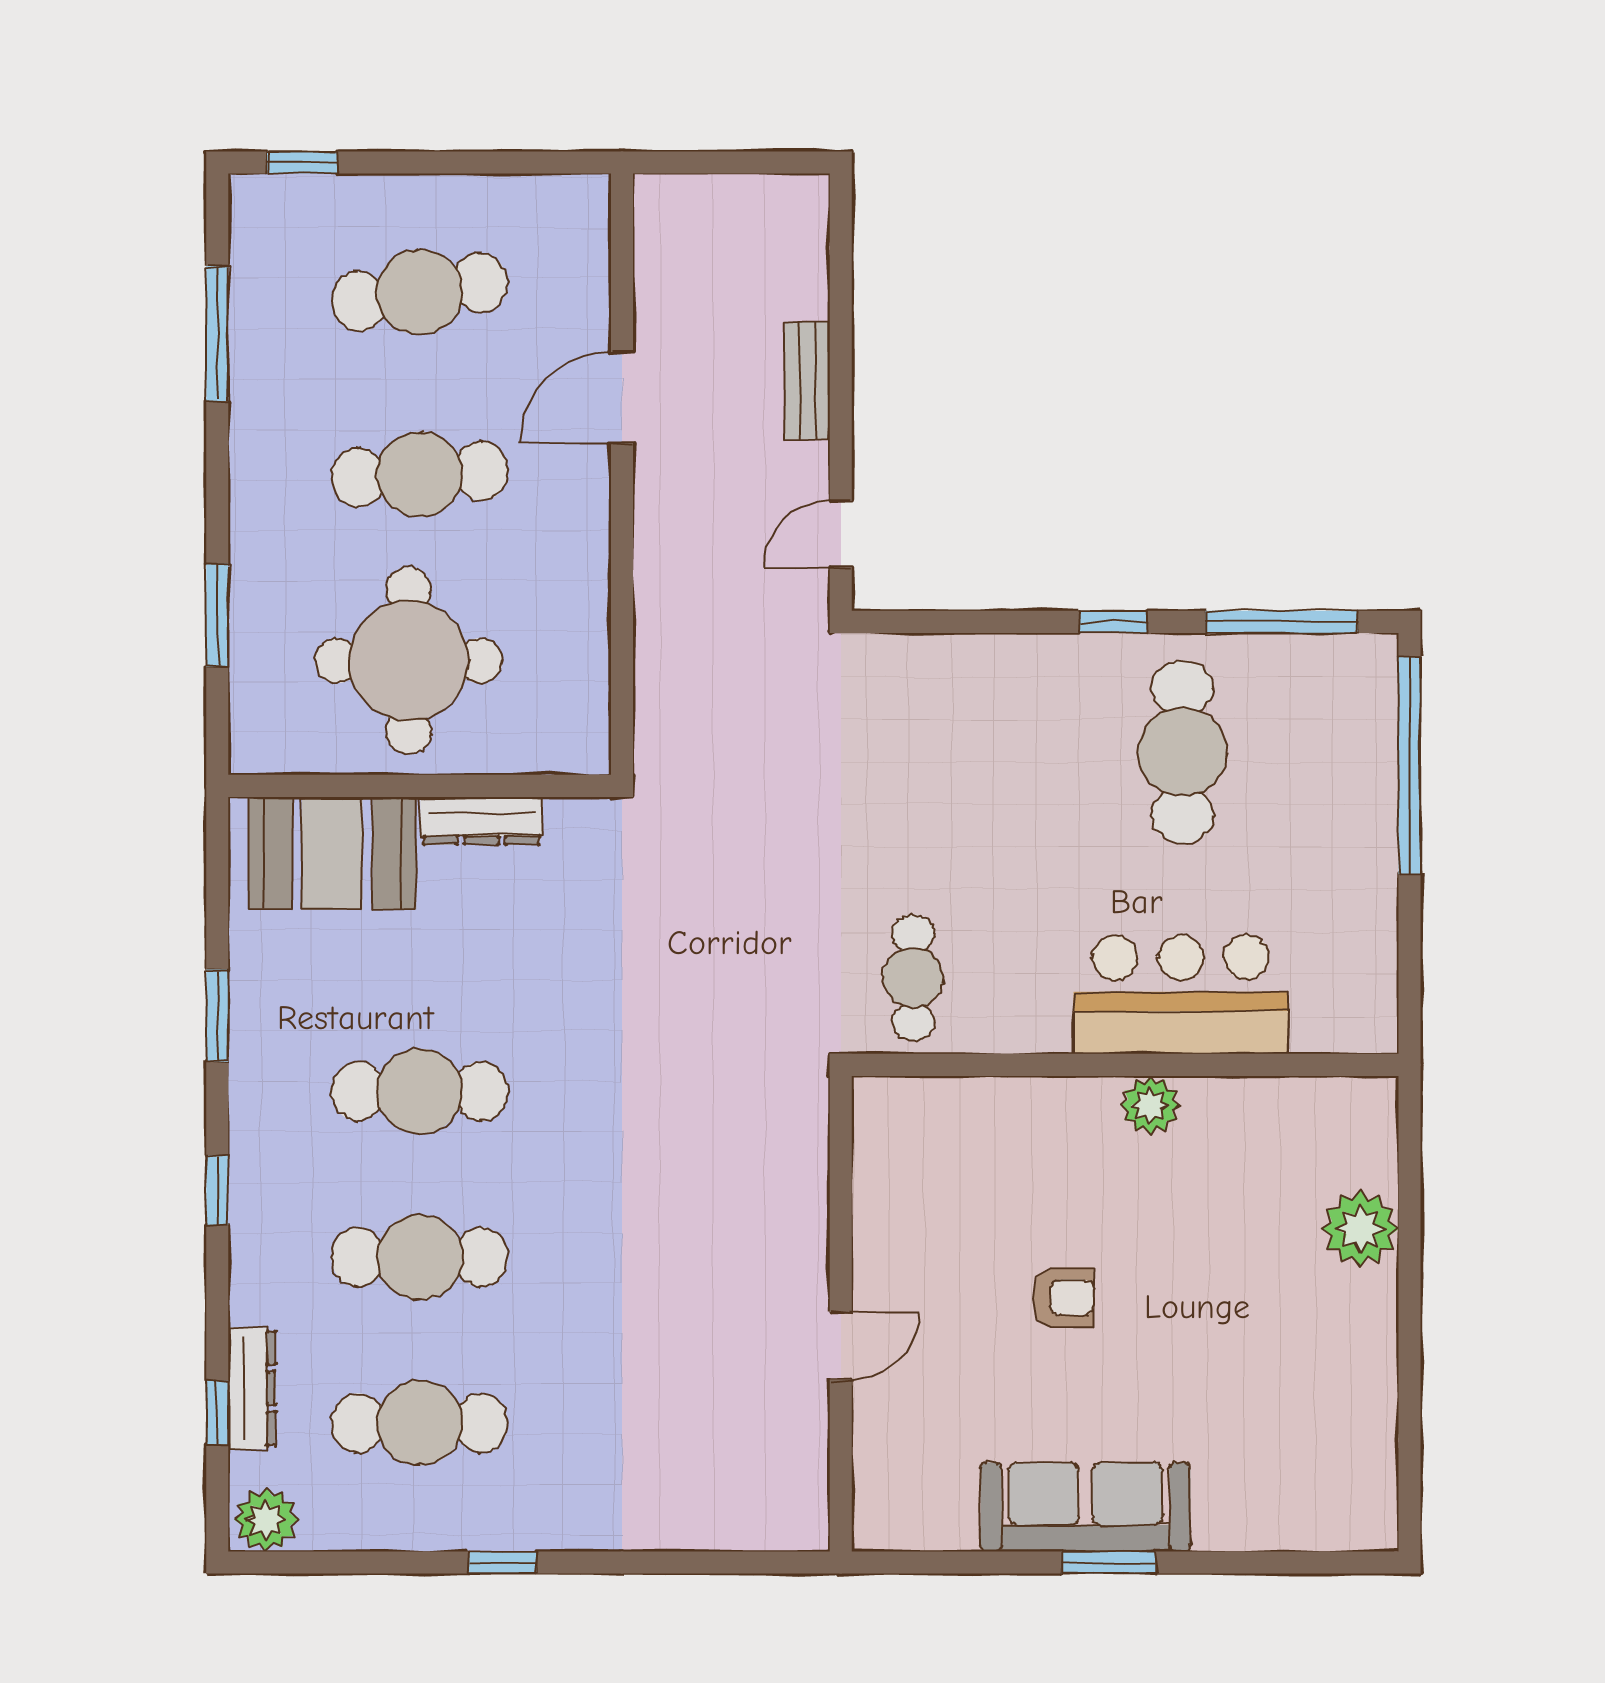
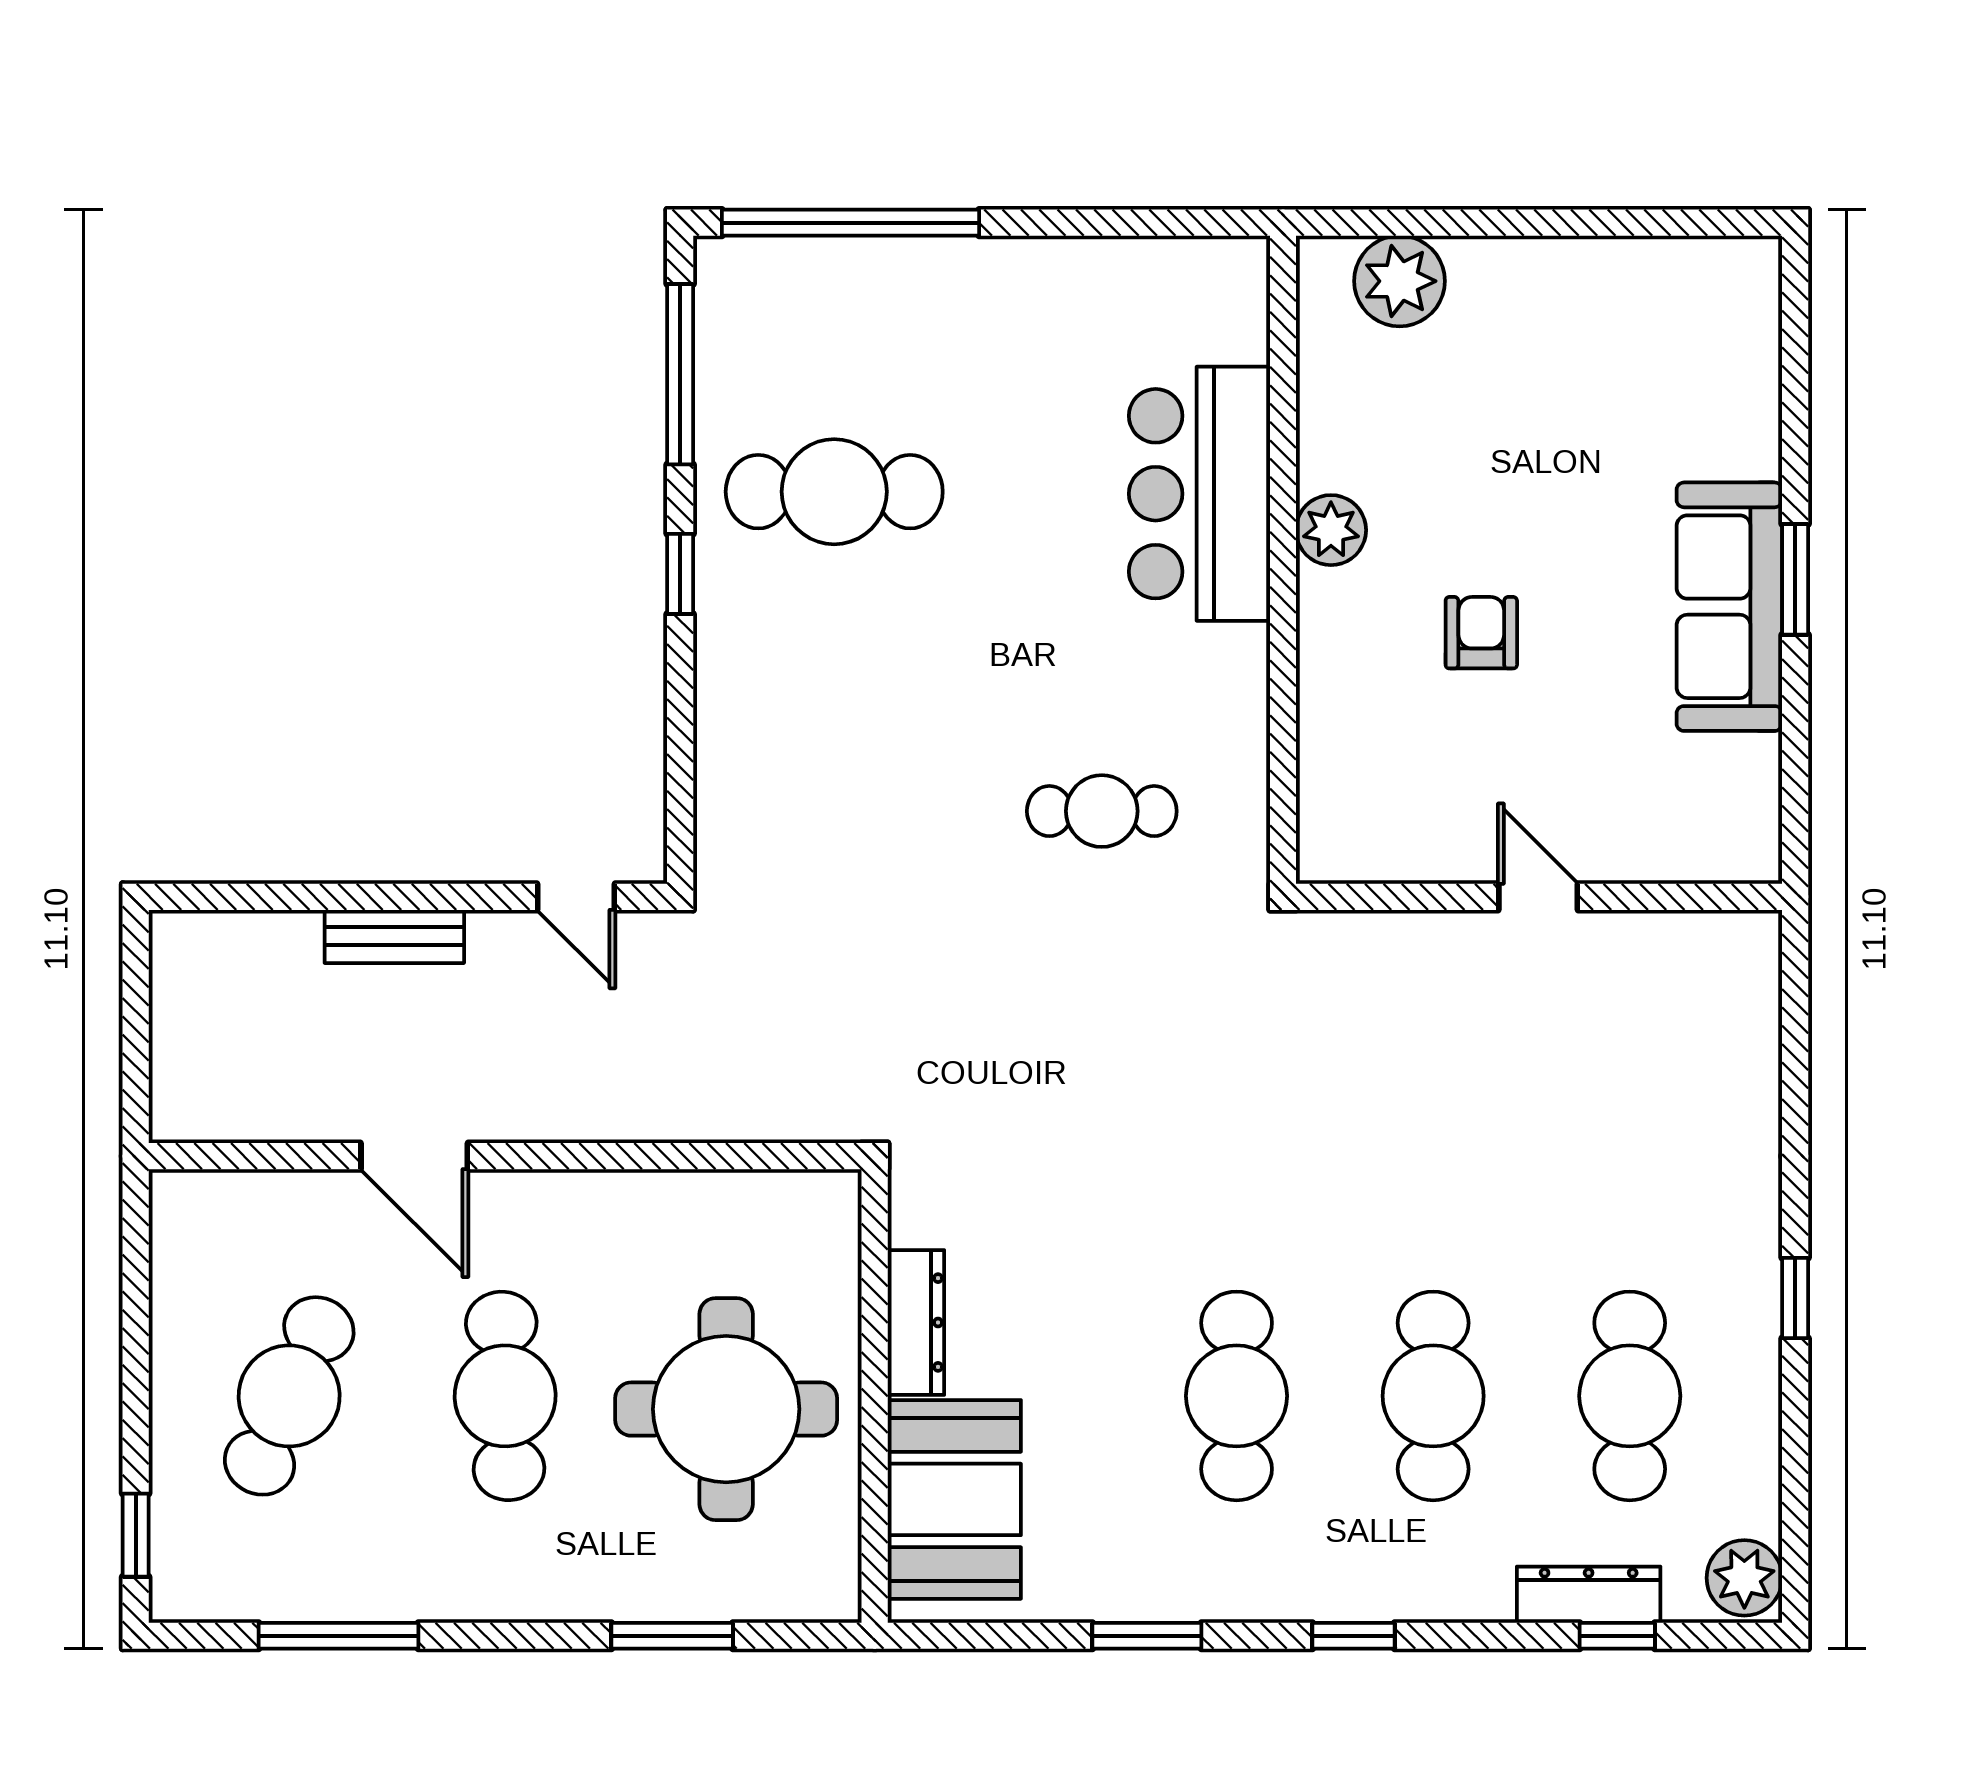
cafe table: (420, 292) -> (289, 1396), turned 33
bar counter: (1181, 994) -> (1199, 494), moved
wall: (1125, 1065) -> (1283, 560), moved
plant: (1150, 1105) -> (1331, 530), moved

